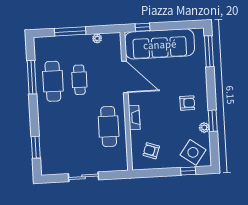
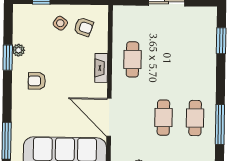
cafe table: (53, 81) -> (195, 118), width x0.73, depth x0.74
cafe table: (109, 126) -> (132, 59), width x0.73, depth x0.74
side table: (193, 152) -> (60, 23), moved, width x0.54, depth x0.54

